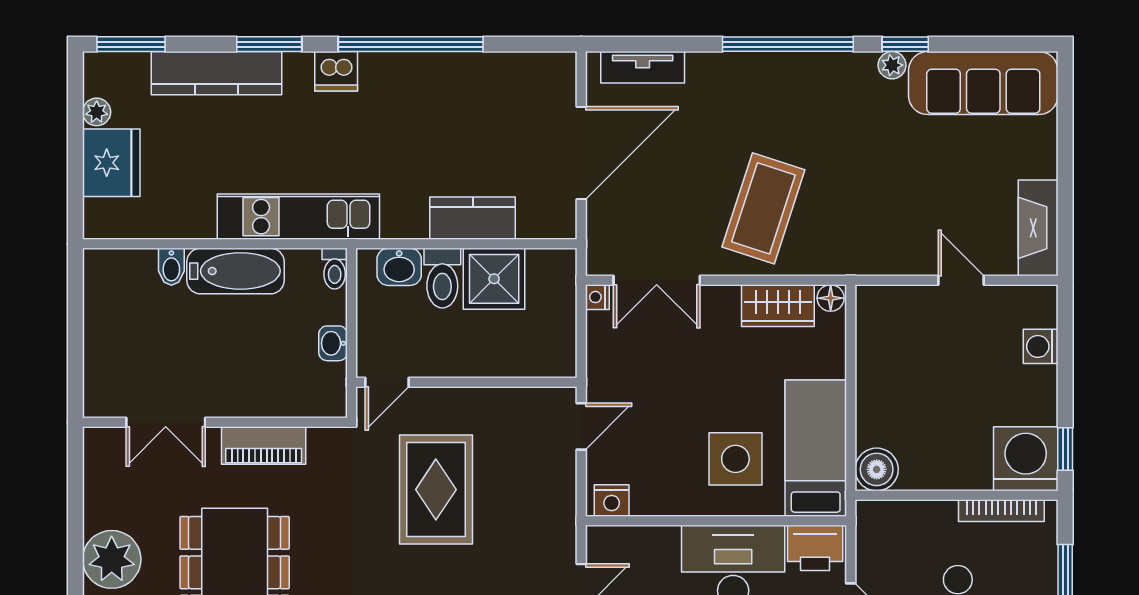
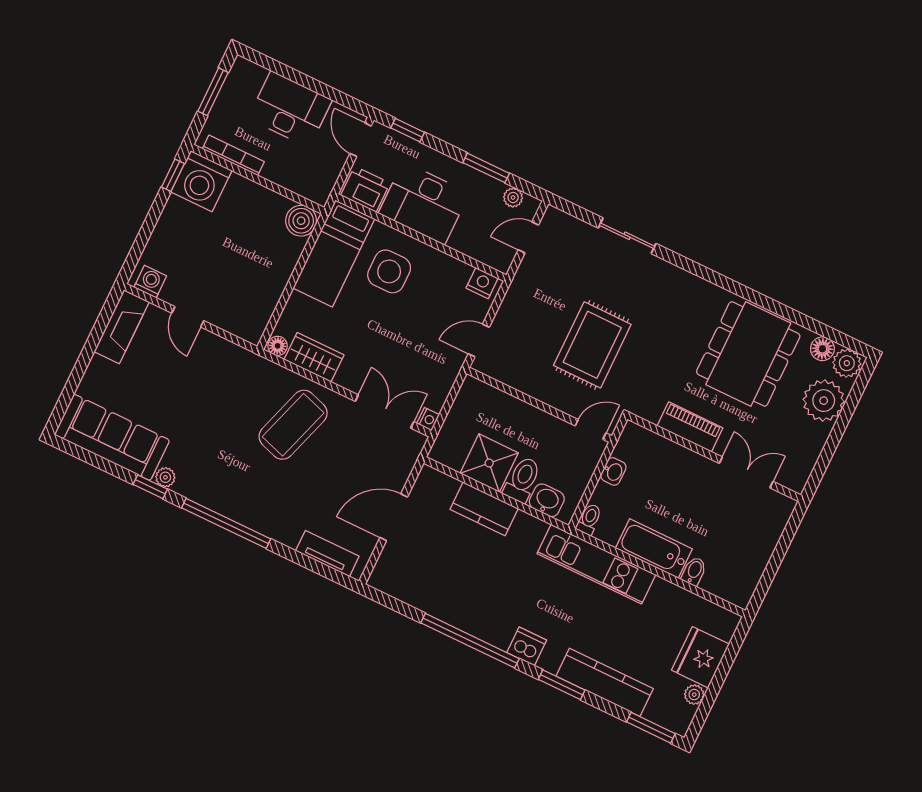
door: (581, 153) -> (394, 517), width x0.73
washing machine: (1041, 346) -> (150, 282), moved, turned -90

